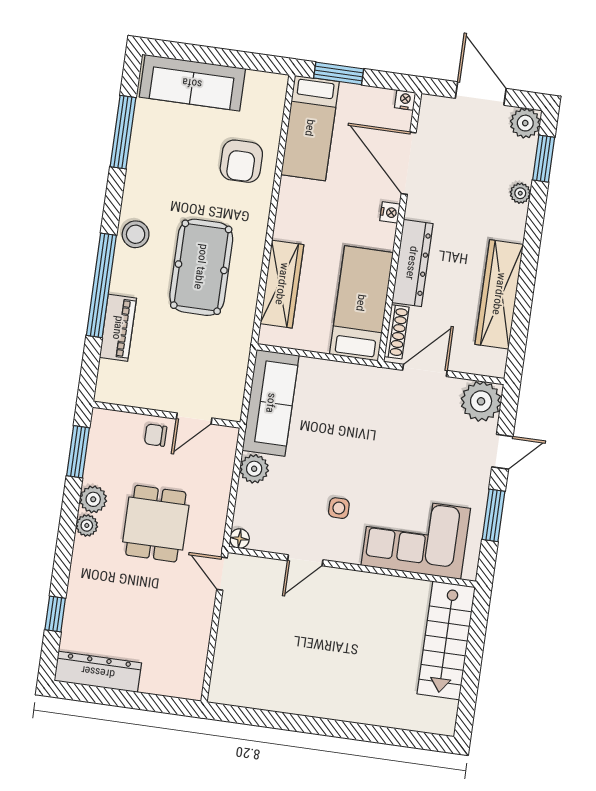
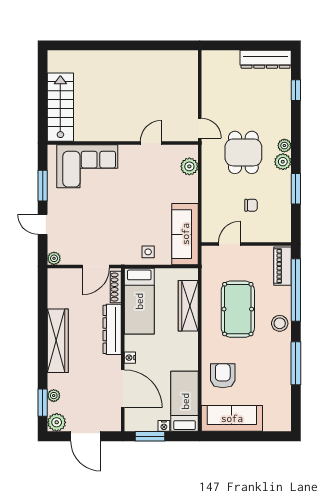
window: (339, 73) -> (150, 436), moved
sofa: (192, 83) -> (232, 418), moved
nightstand: (405, 100) -> (164, 426), moved
window: (123, 132) -> (296, 363), moved
plant: (520, 193) -> (54, 396), moved
wardrobe: (499, 294) -> (58, 341), moved
plant: (481, 401) -> (54, 258), width x0.53, depth x0.53
wall: (167, 415) -> (246, 244), moved
door: (194, 418) -> (229, 244), moved
door: (502, 452) -> (43, 224), hinge flipped
plant: (254, 469) -> (189, 166), moved
side table: (339, 508) -> (148, 252), moved
floor lamp: (240, 539) -> (192, 151), removed

